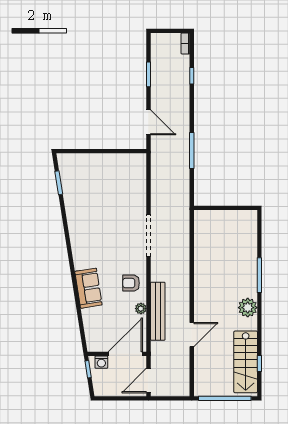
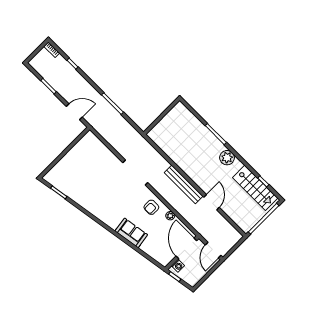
bench: (158, 311) -> (184, 184), moved

